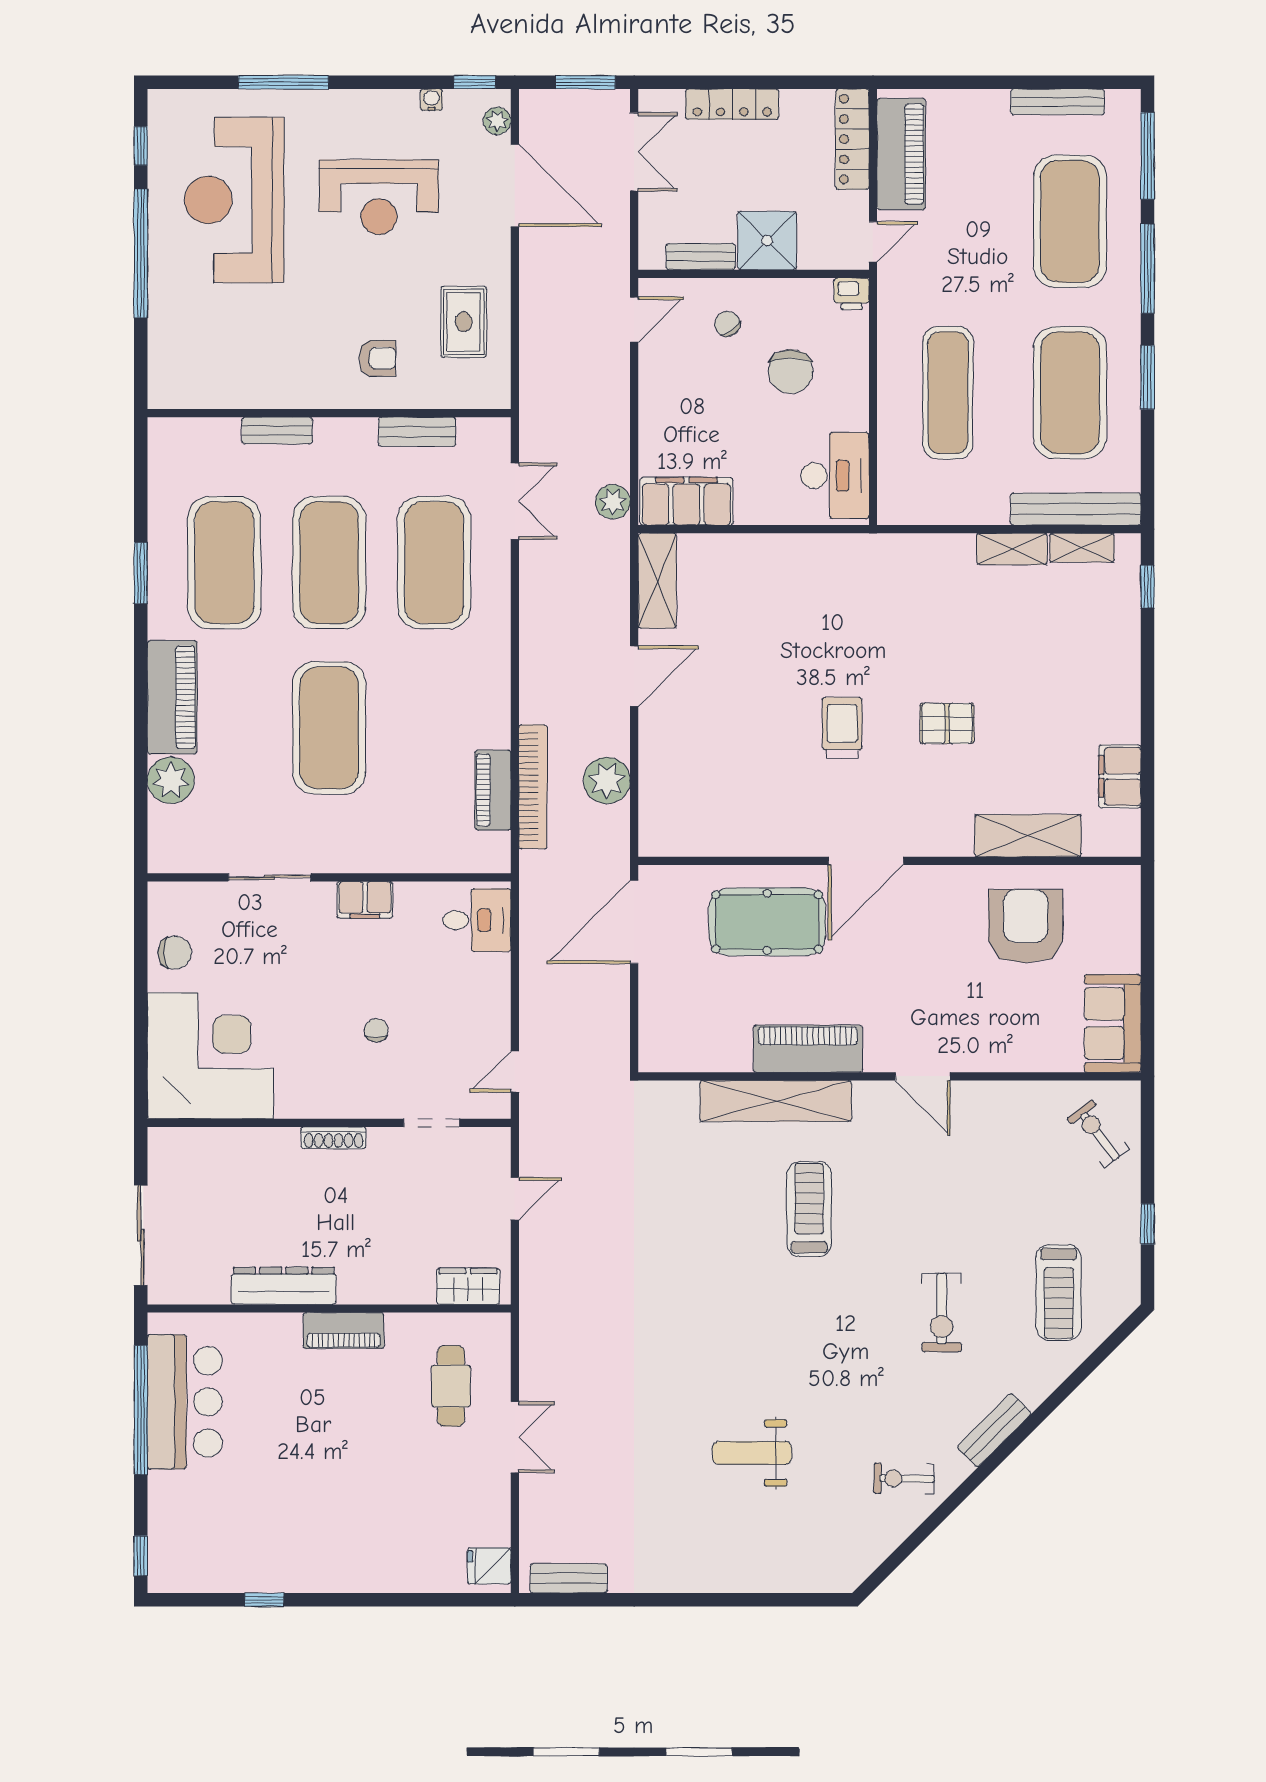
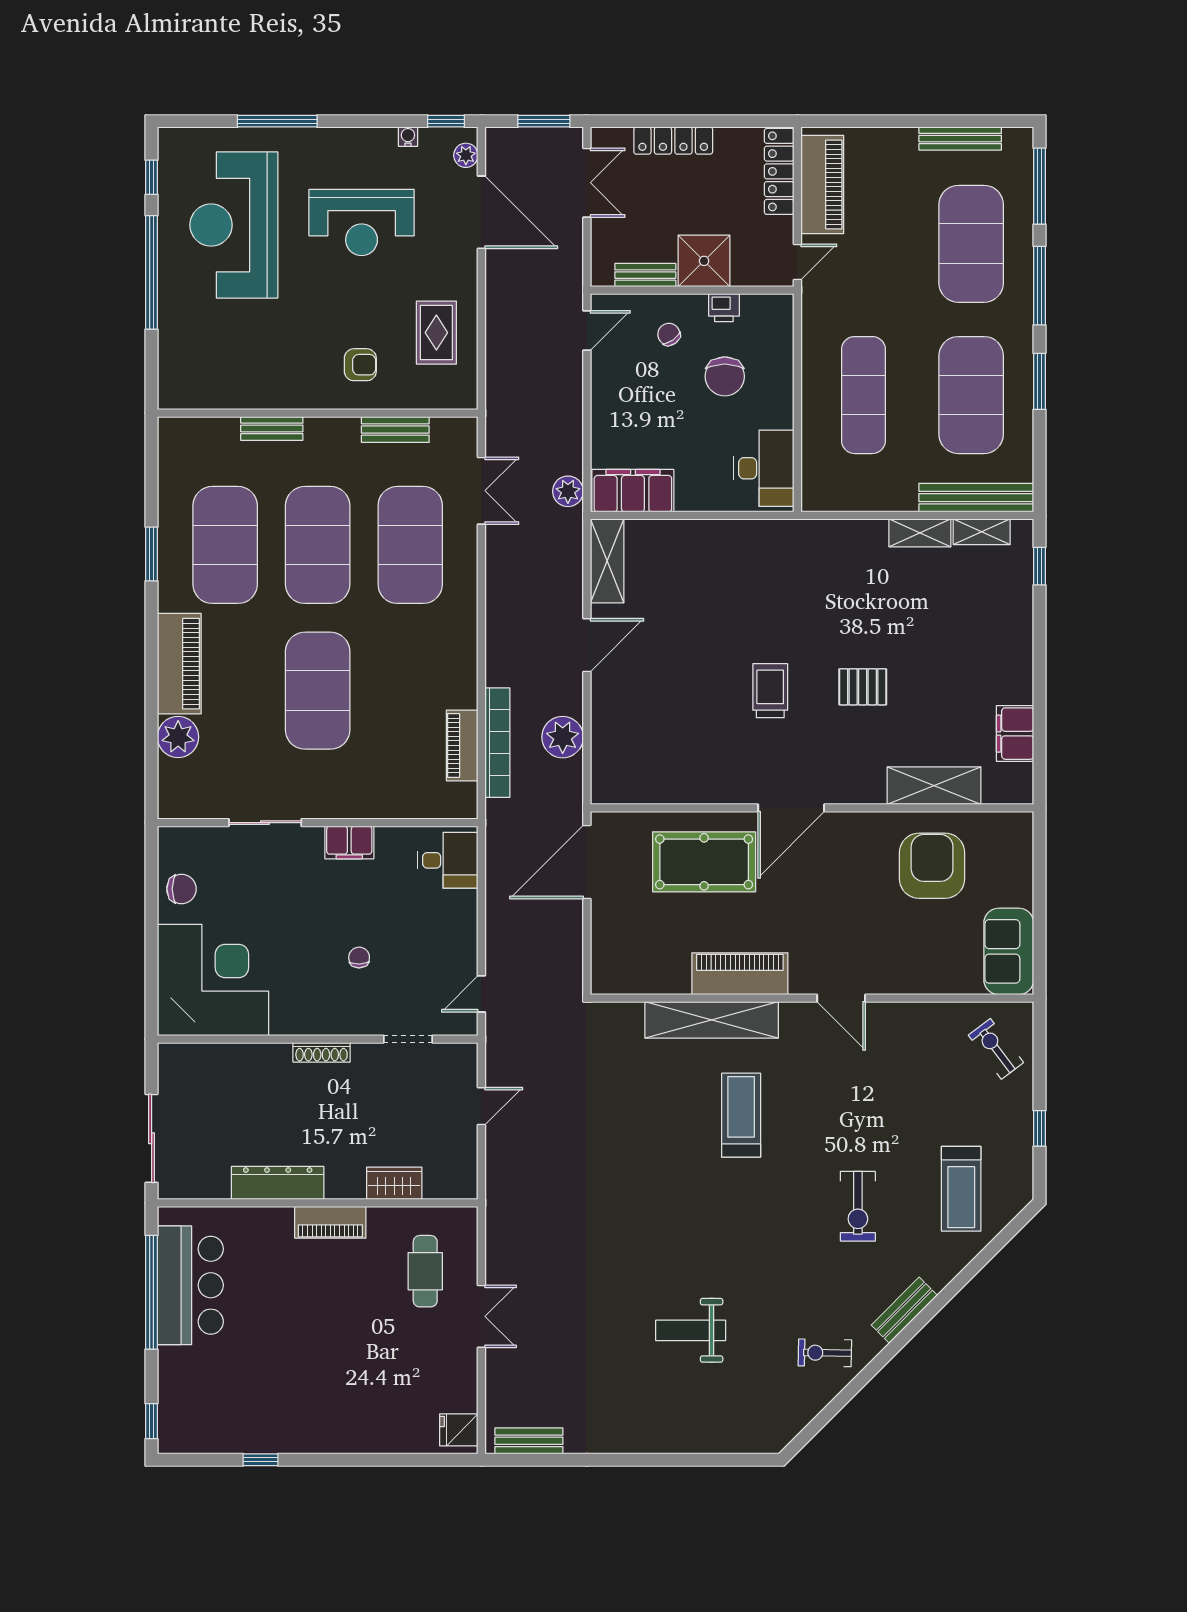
printer: (852, 294) -> (724, 308), moved
wardrobe: (468, 1286) -> (394, 1183), moved

